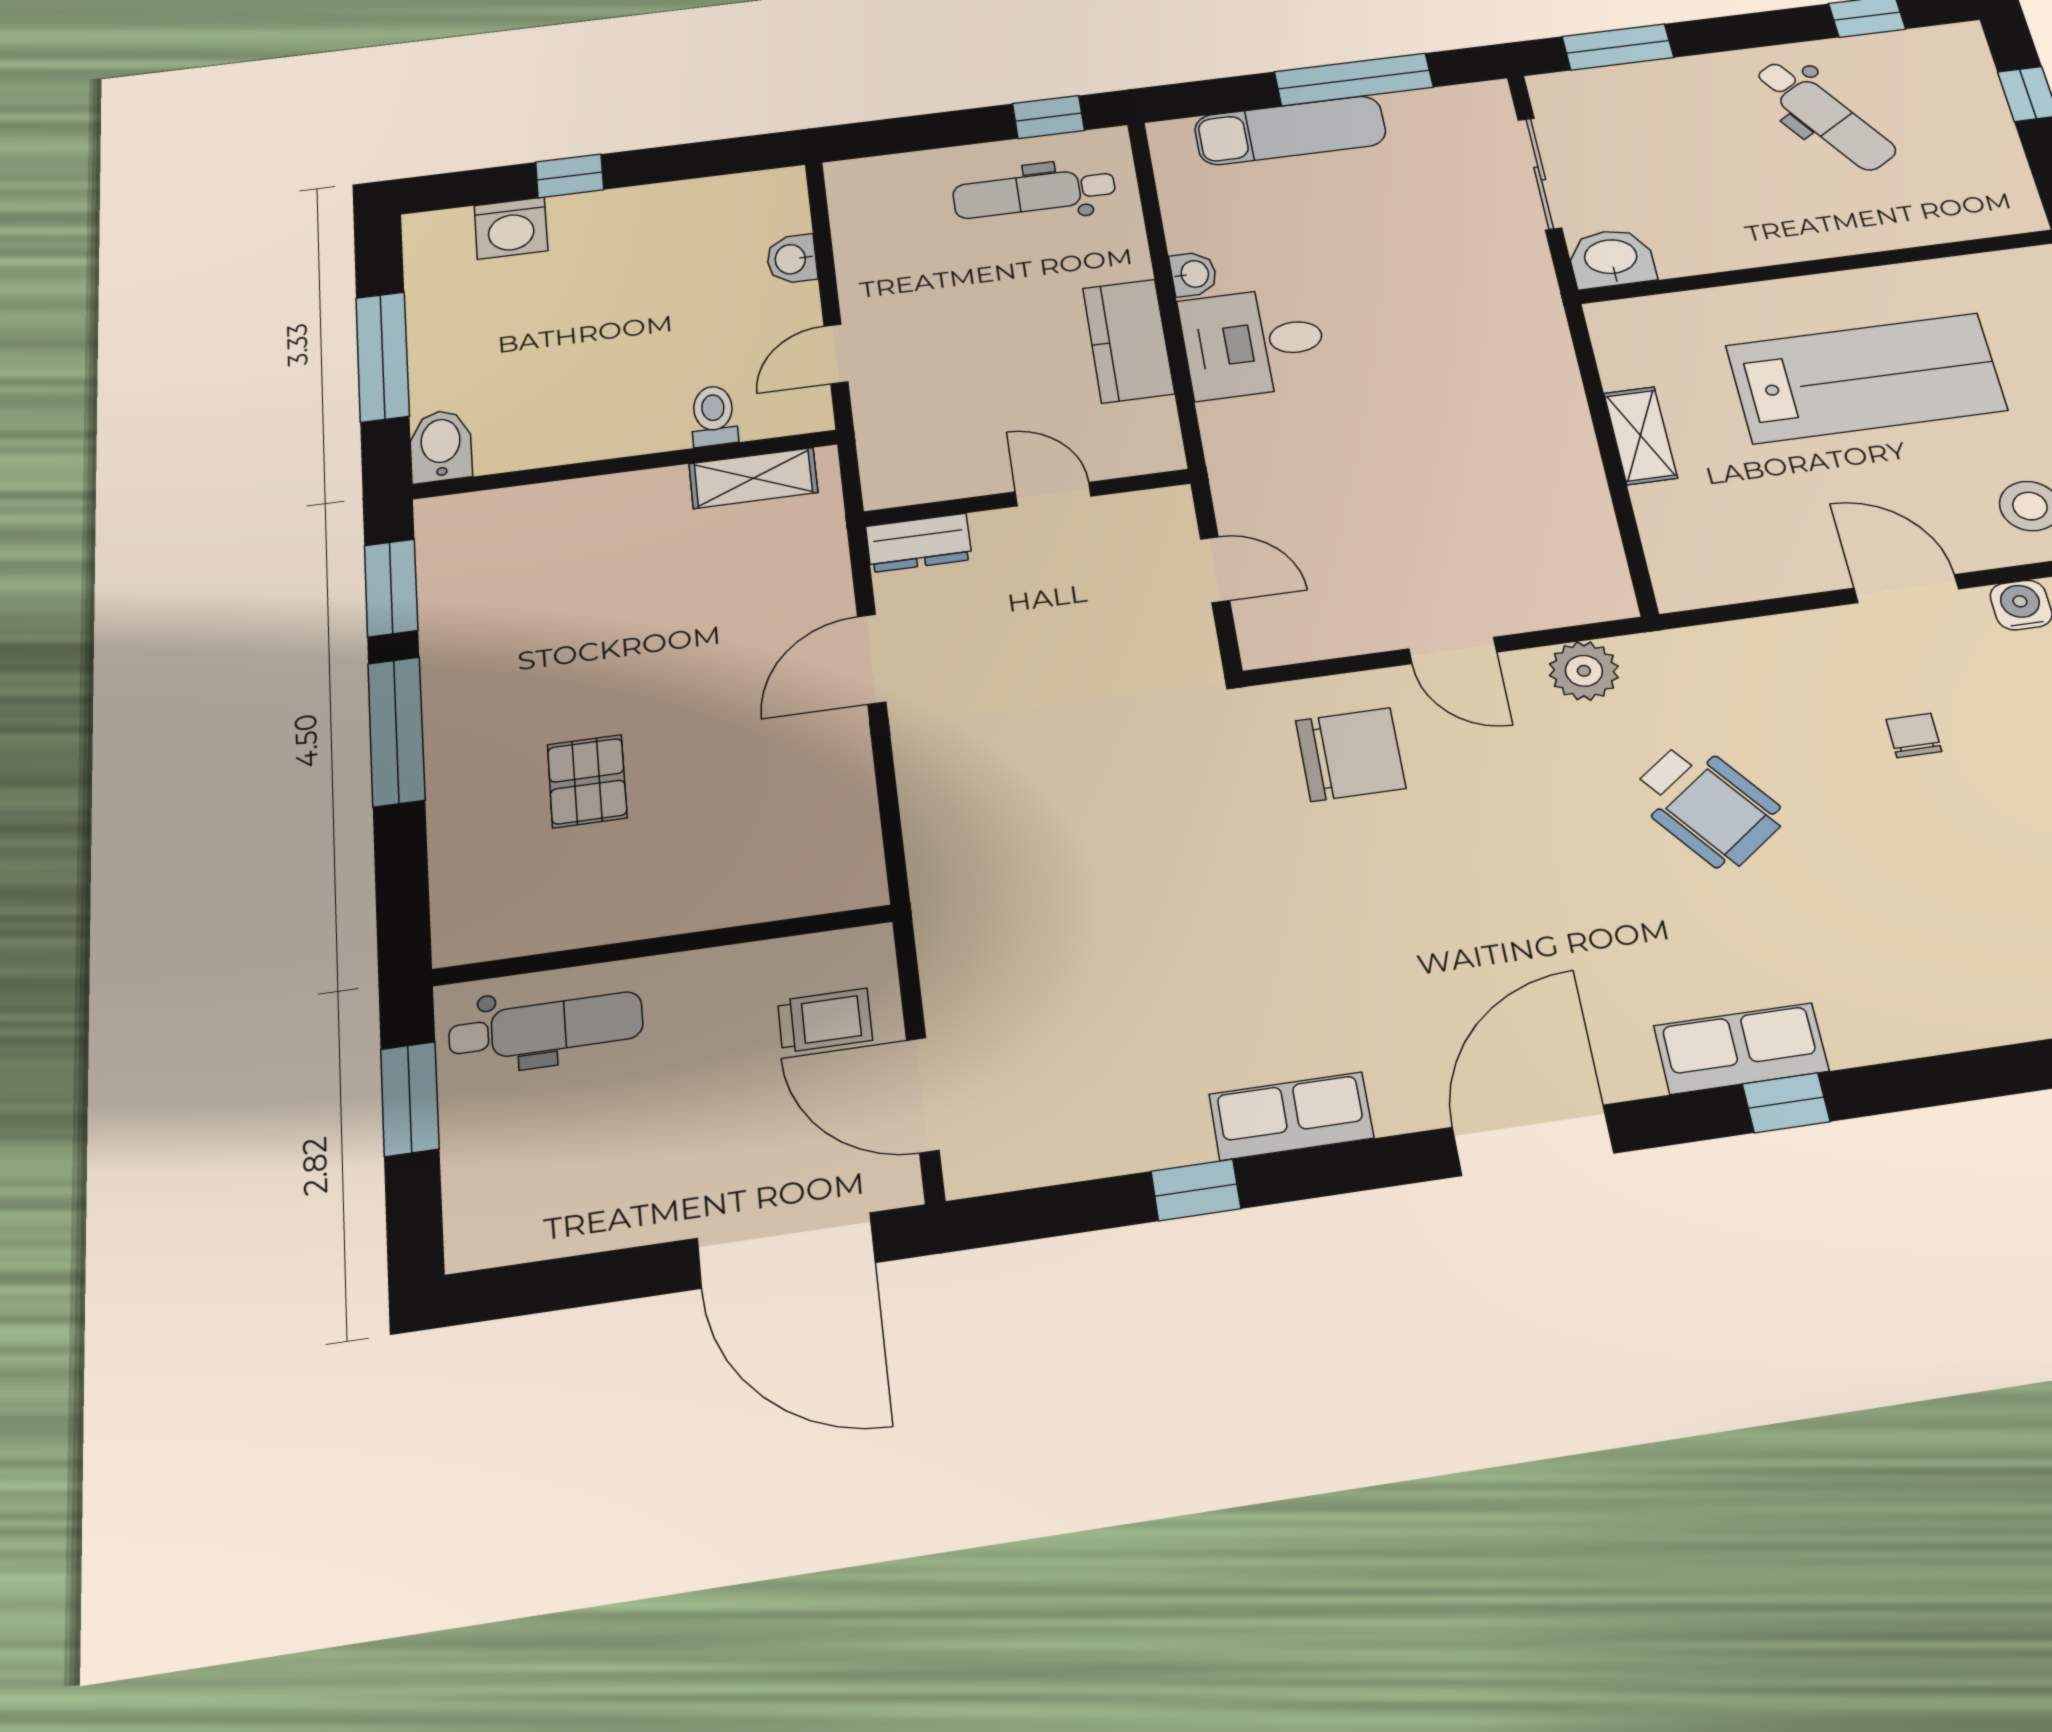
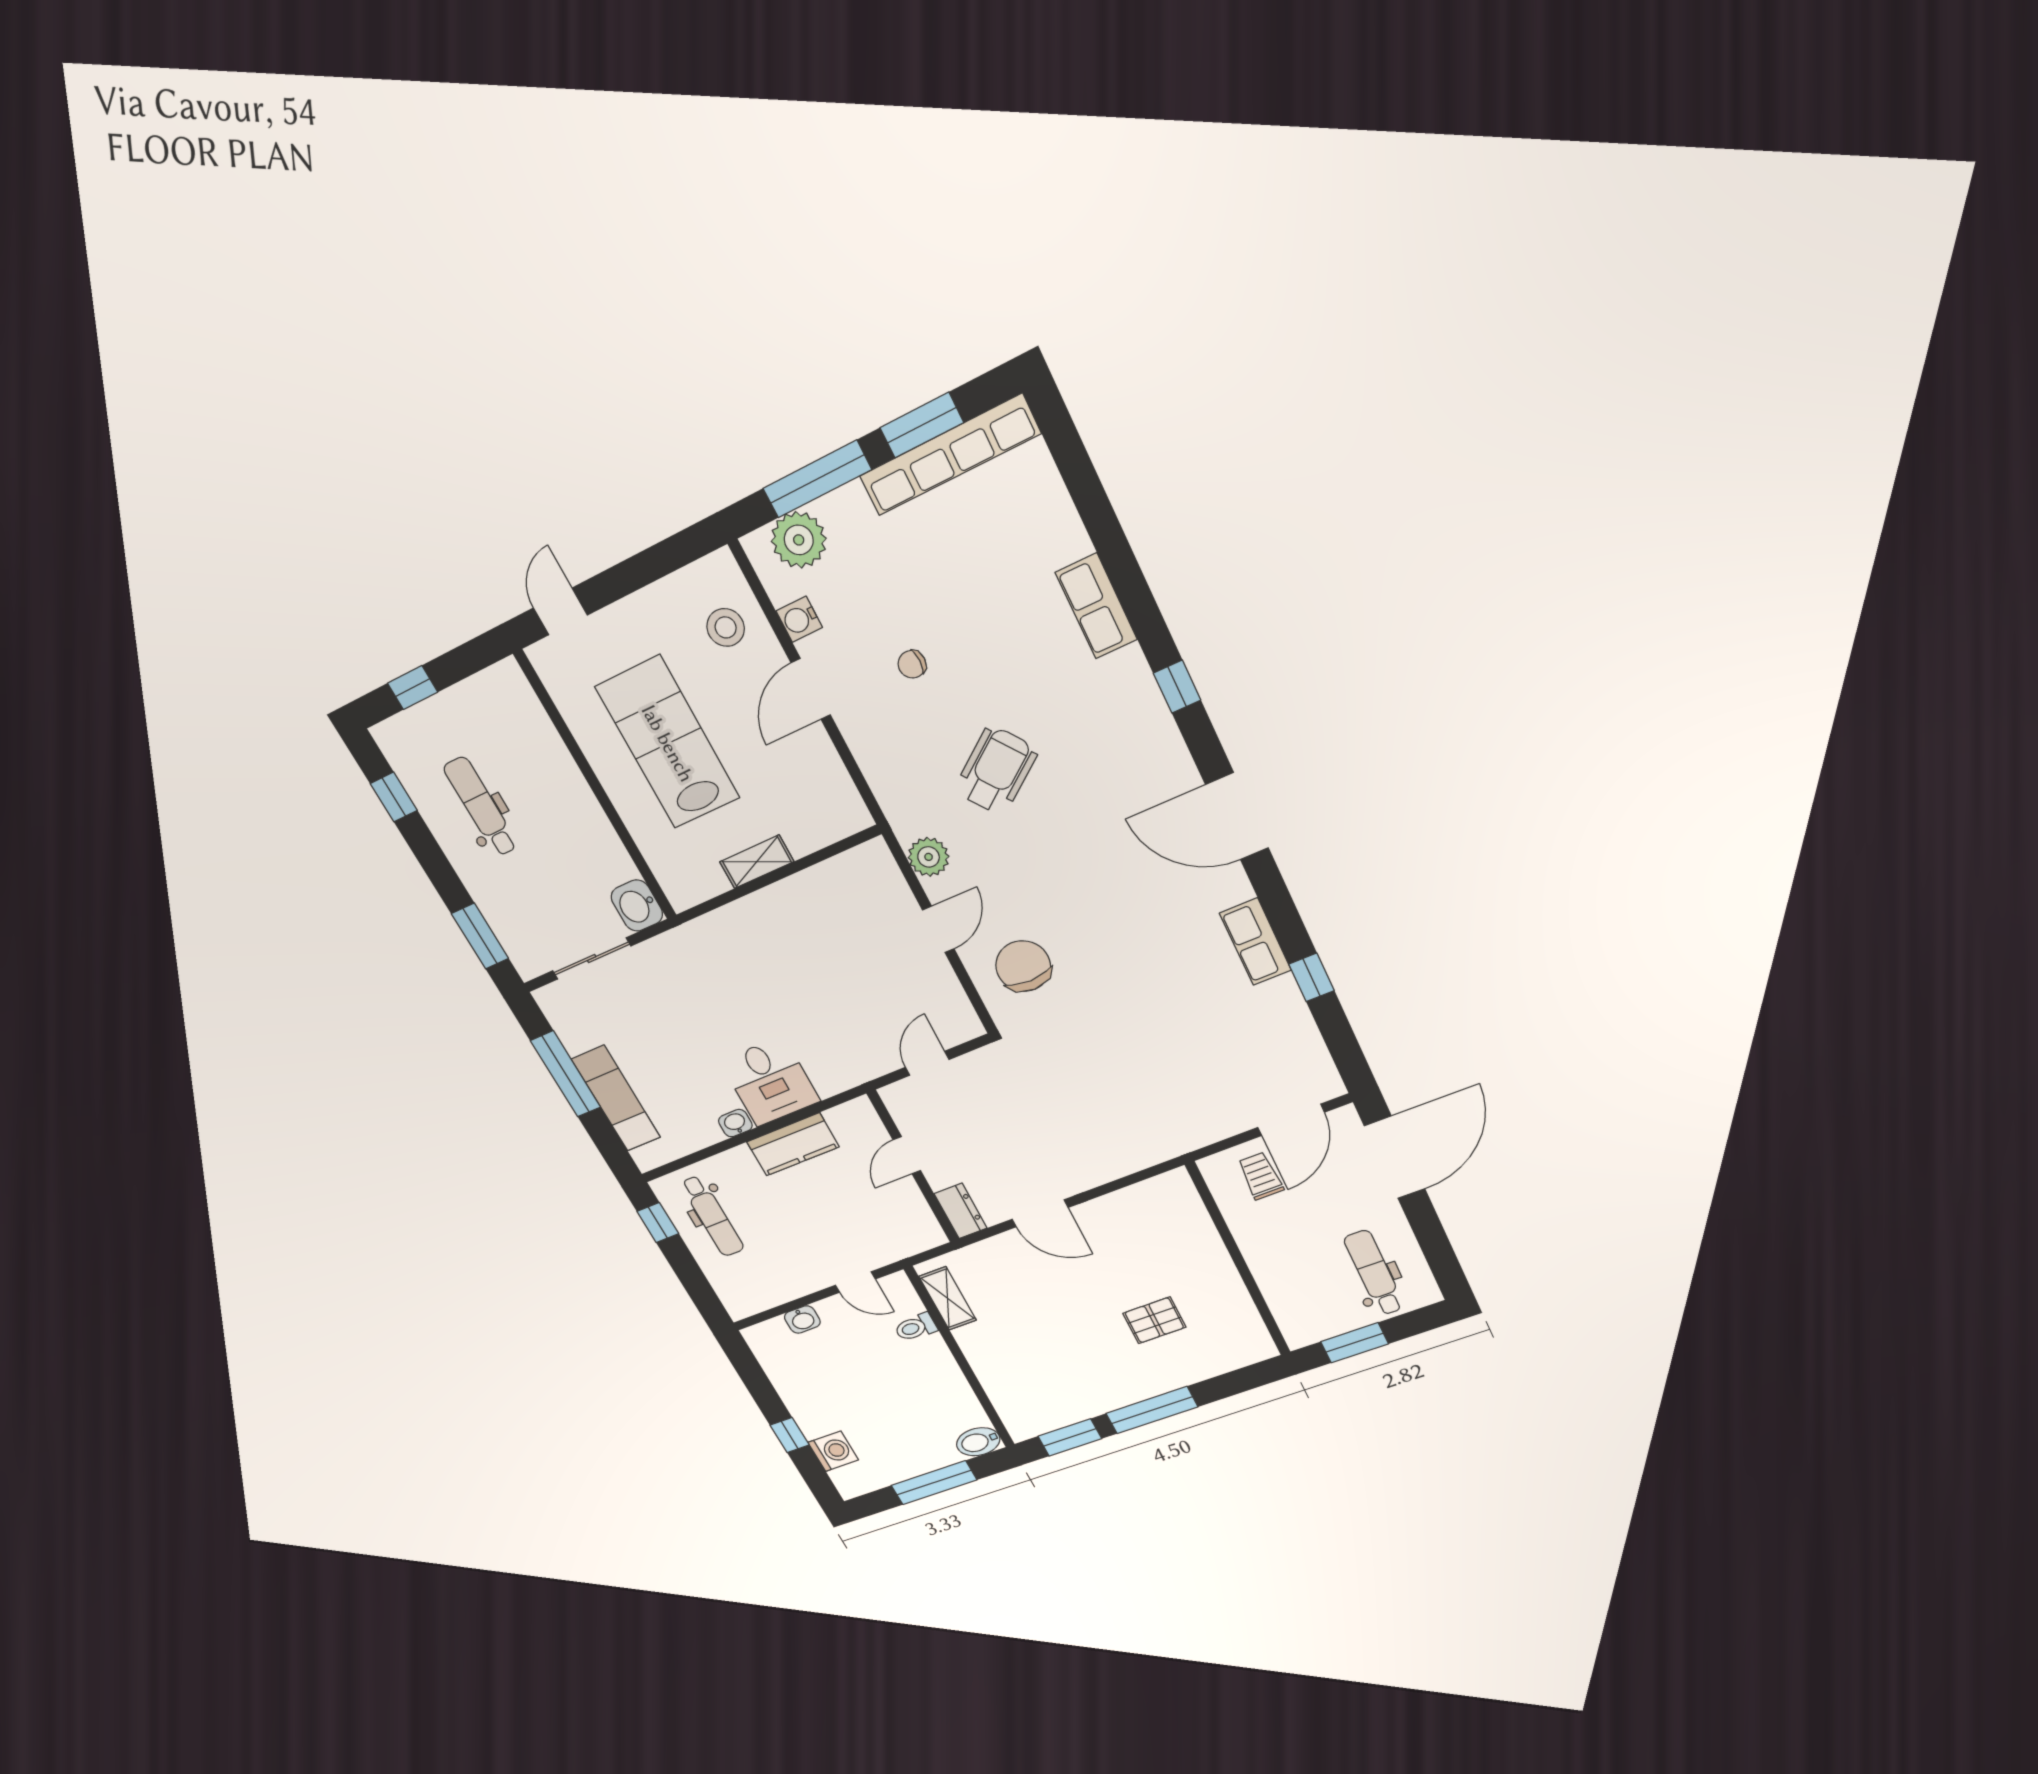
dental chair: (1825, 115) -> (481, 807), turned -57
dental chair: (546, 1027) -> (1374, 1273), moved
row of seats: (1741, 1048) -> (1096, 606), moved

